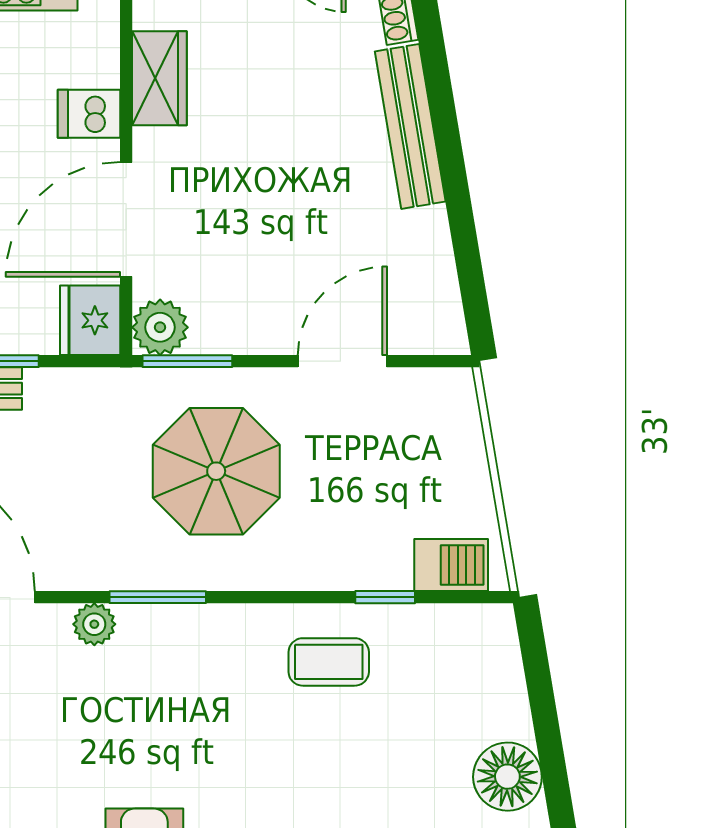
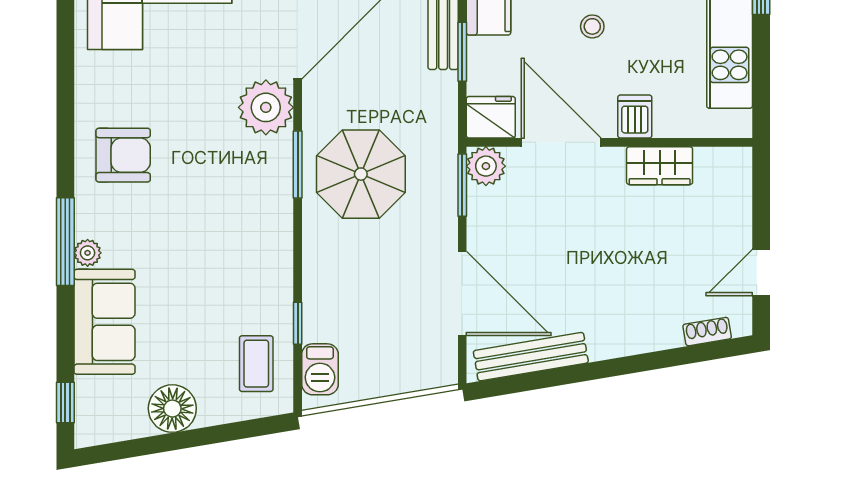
bench: (410, 126) -> (531, 357), moved
door: (342, 361) -> (462, 293), width x1.36
parasol: (216, 471) -> (361, 174), moved
plant: (94, 624) -> (266, 107), width x1.87, depth x1.87
coffee table: (329, 662) -> (256, 364), moved

